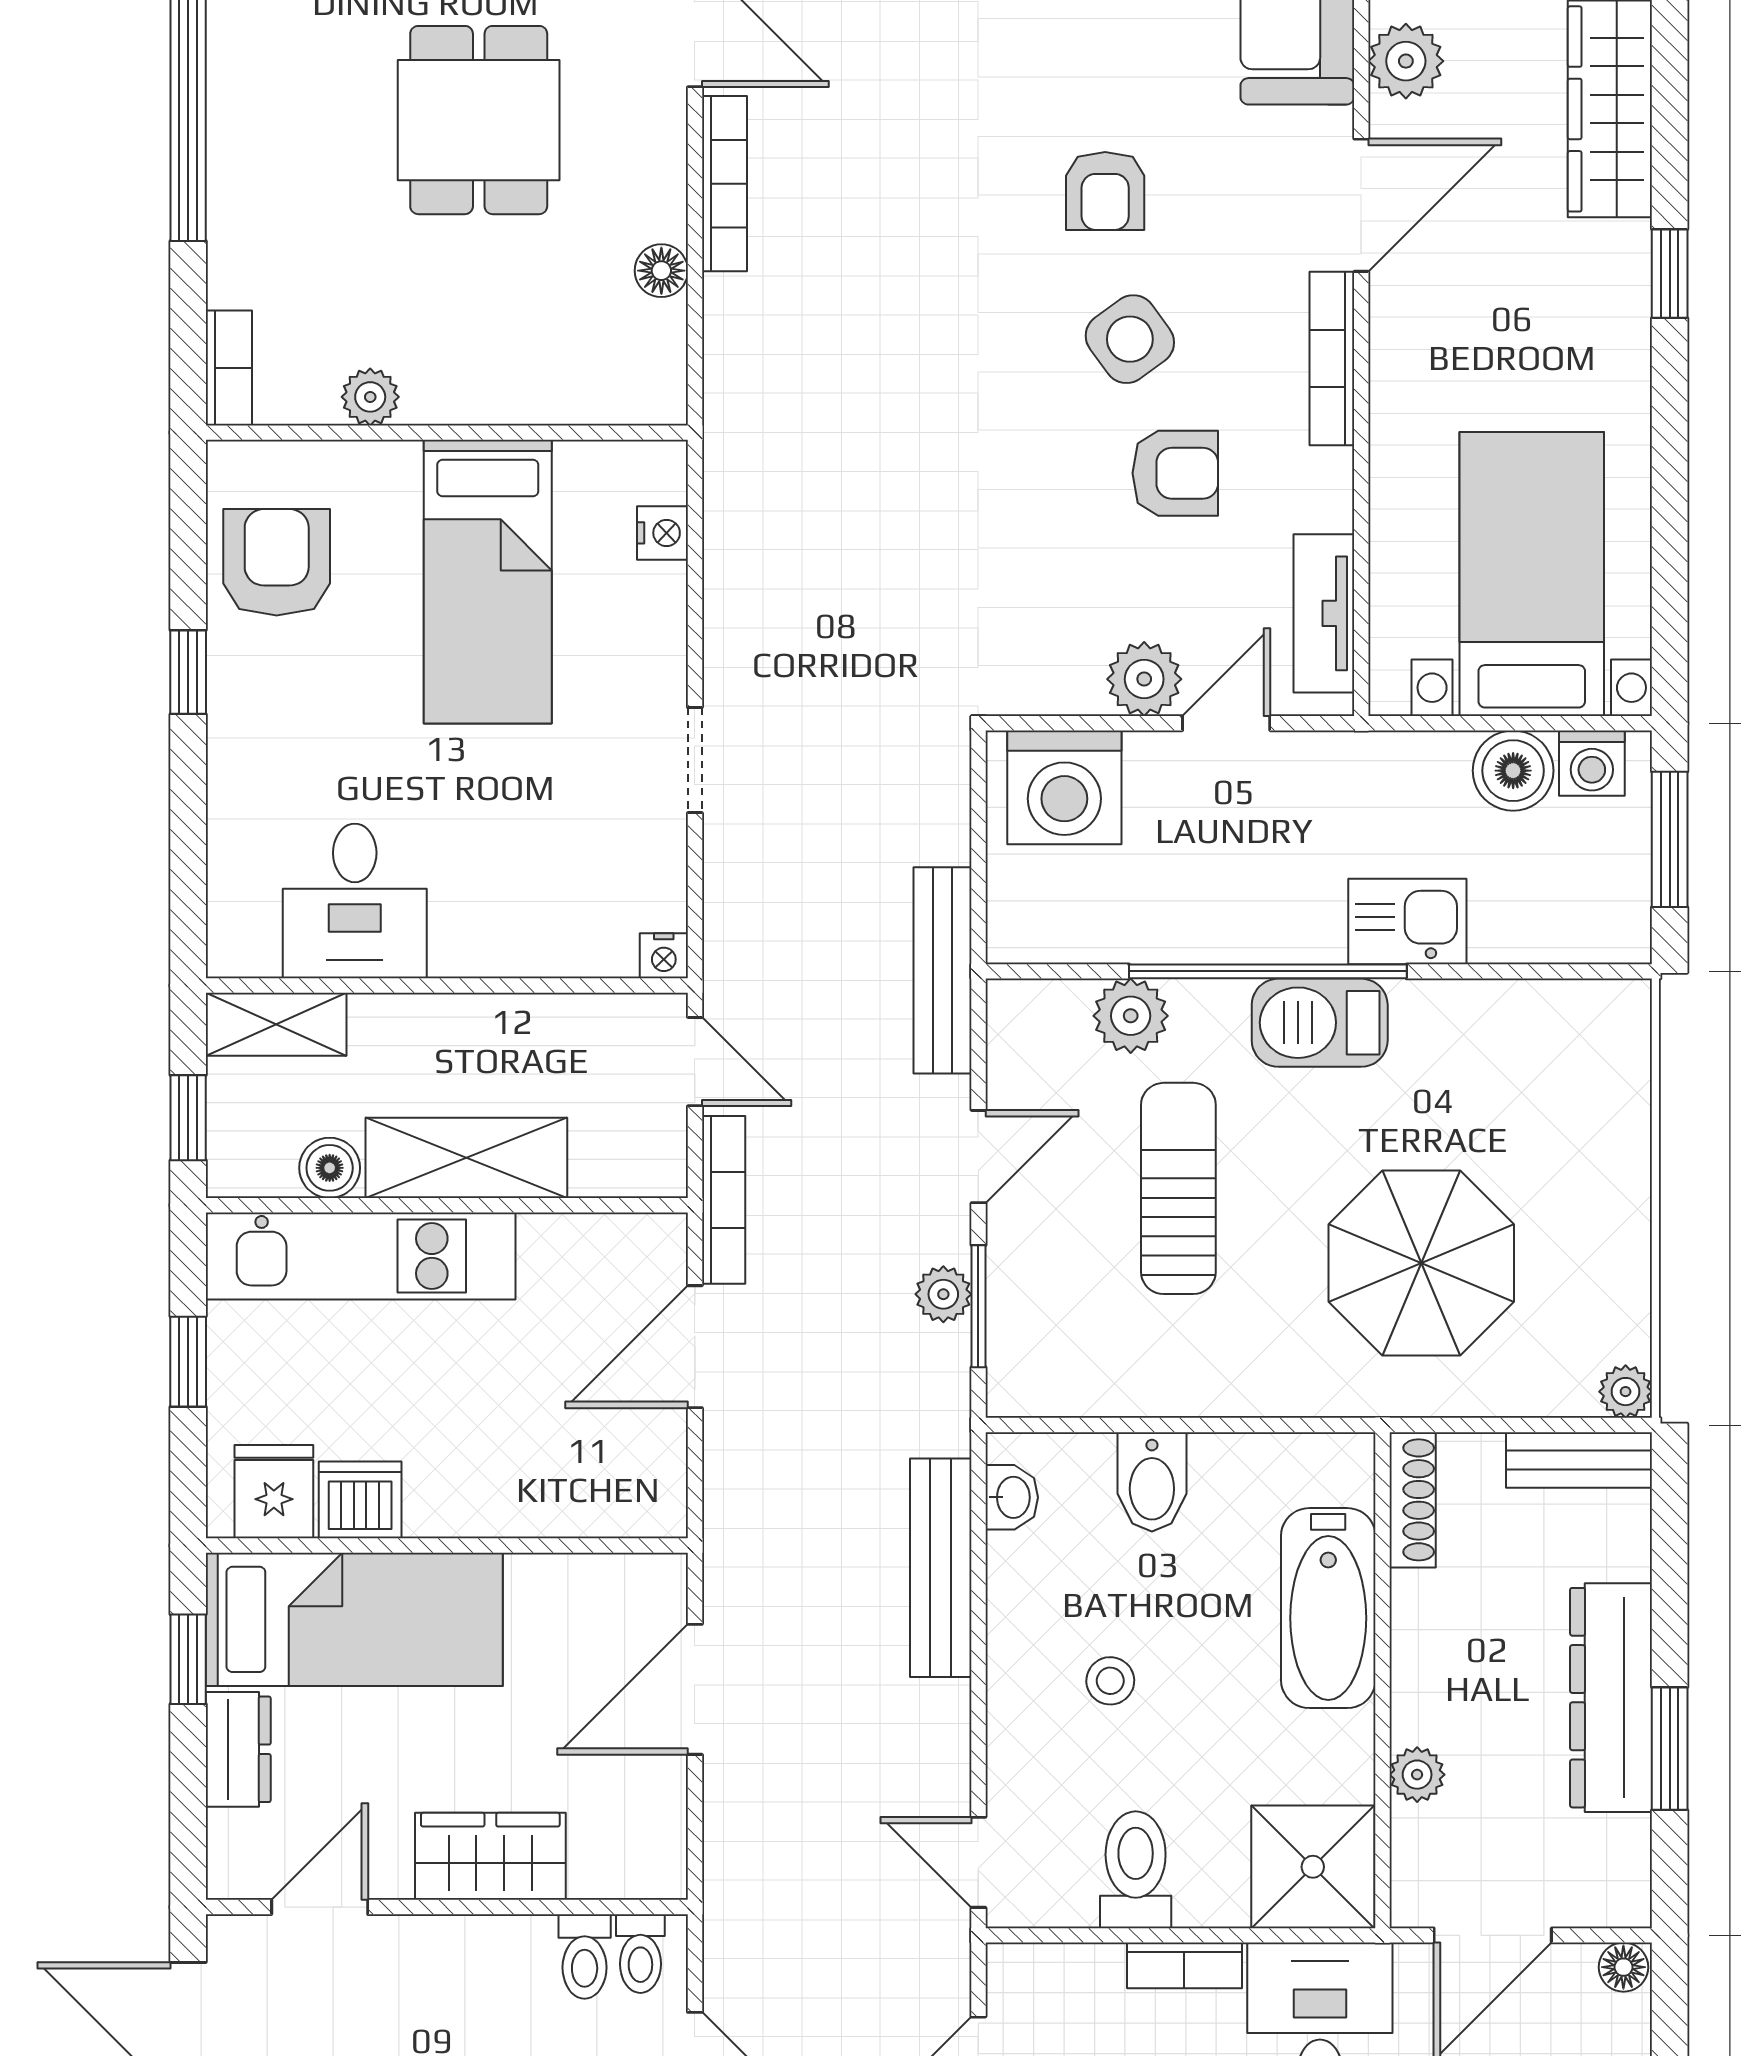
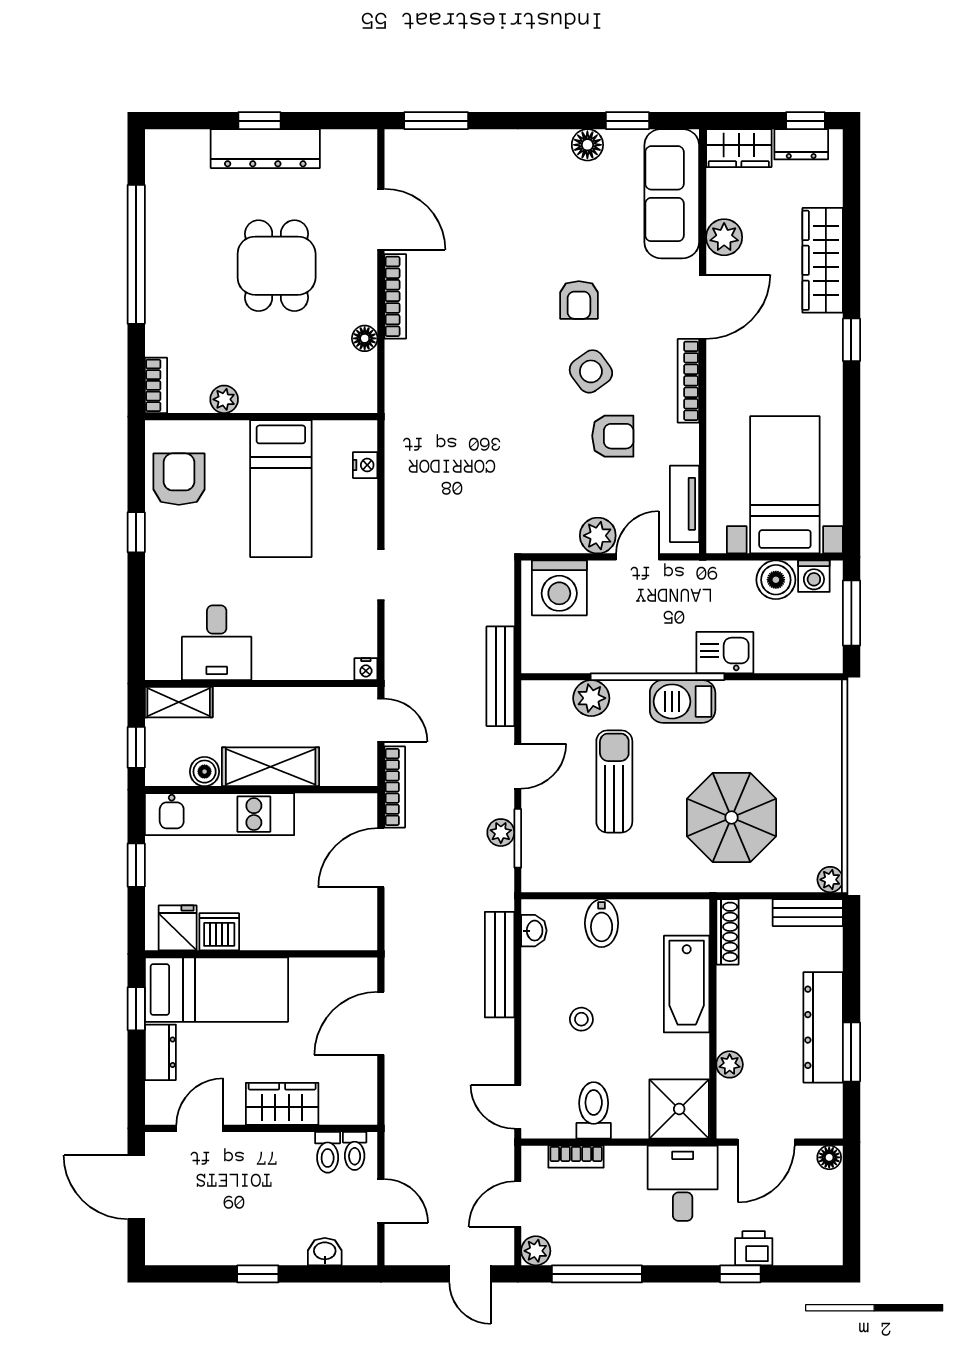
bookcase: (1184, 1965) -> (576, 1157), moved

